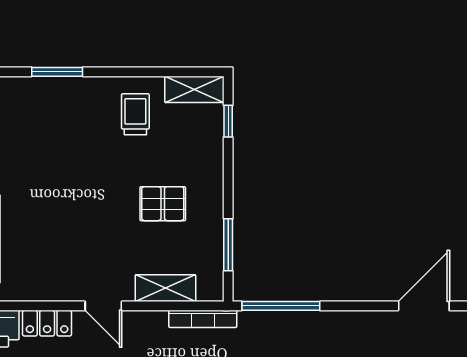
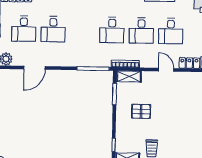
shelving: (165, 288) -> (129, 76), moved

